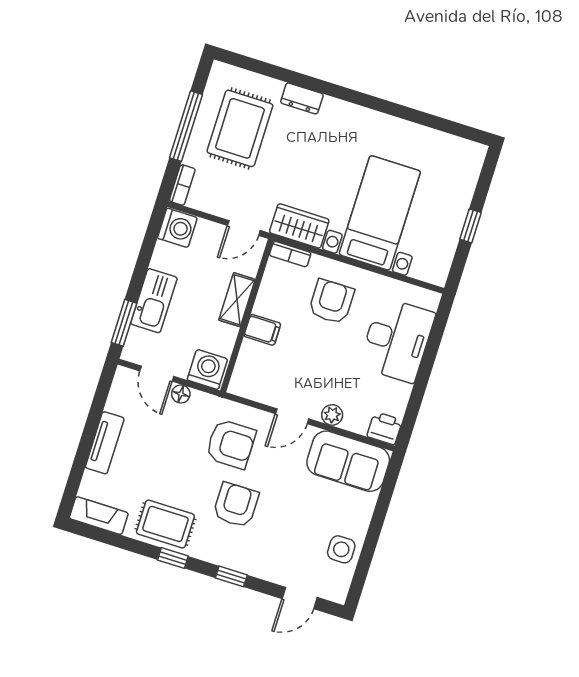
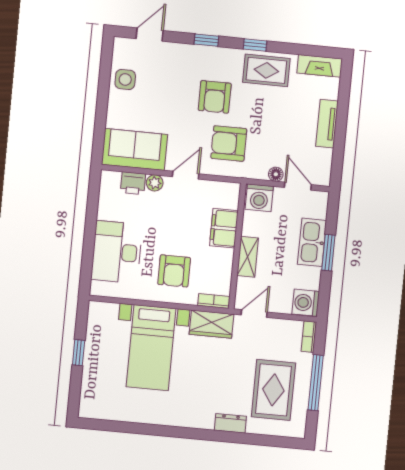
window: (124, 323) -> (328, 253), moved
filing cabinet: (262, 330) -> (224, 228), width x2.00
printer: (385, 428) -> (133, 183), moved

